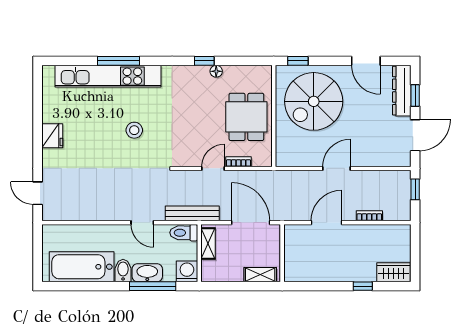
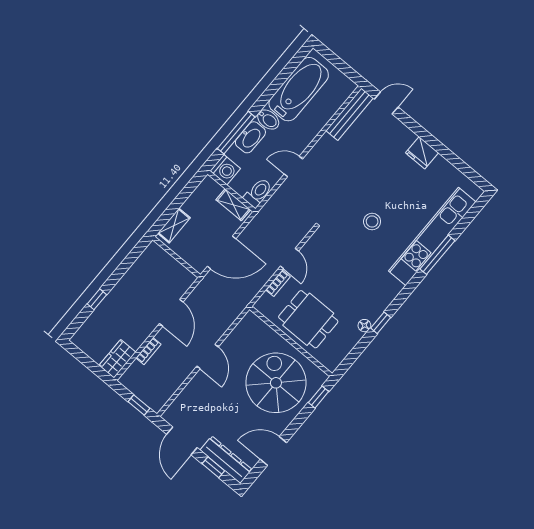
bench: (192, 213) -> (350, 114), moved
wardrobe: (394, 272) -> (117, 359), moved, turned 180

